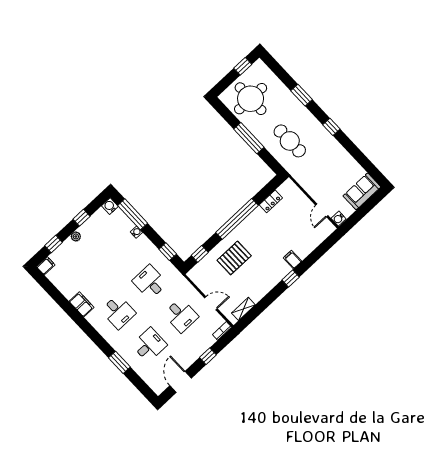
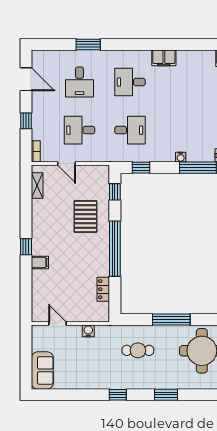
cafe table: (290, 141) -> (138, 350), width x0.73, depth x0.74
water cooler: (339, 219) -> (88, 331), moved
door: (211, 303) -> (67, 164), hinge flipped

